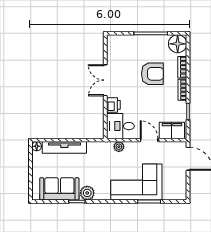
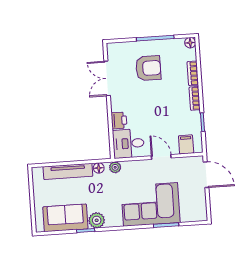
floor lamp: (178, 44) -> (190, 43), width x0.53, depth x0.53
armchair: (152, 74) -> (148, 68), moved
double door: (105, 80) -> (107, 78), moved
filing cabinet: (172, 130) -> (186, 144), width x0.50
floor lamp: (37, 146) -> (99, 168), moved
plant: (119, 147) -> (115, 167), moved

